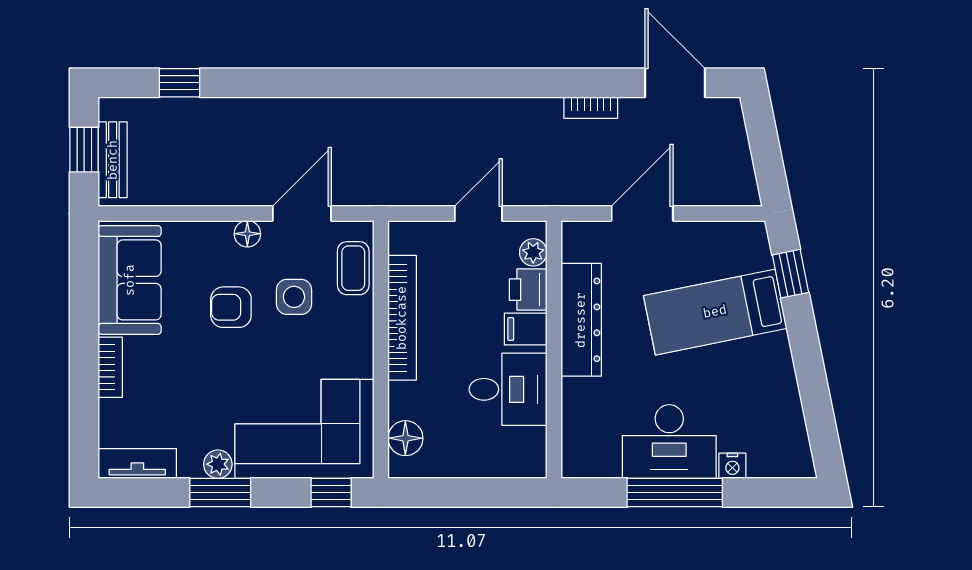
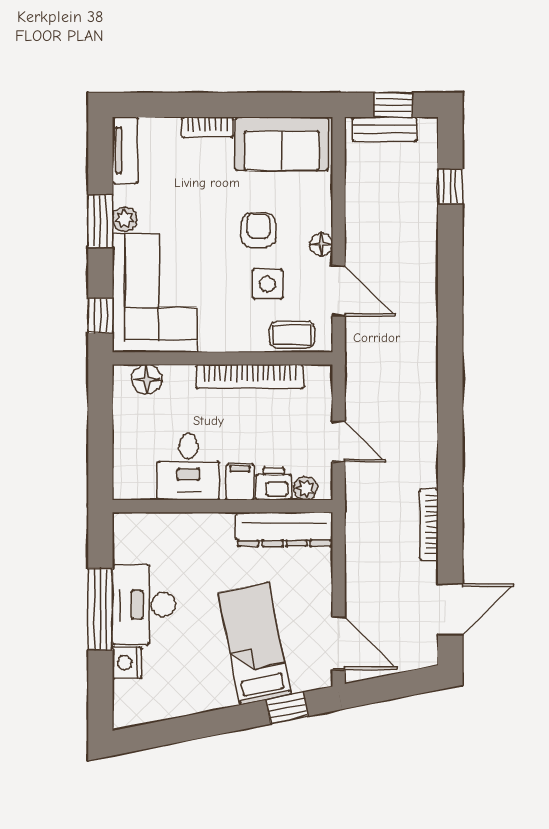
bookcase: (591, 108) -> (429, 525), width x1.56
door: (642, 213) -> (339, 643), moved
dresser: (581, 320) -> (284, 529), moved
nightstand: (732, 466) -> (127, 663), width x1.39, depth x1.35

